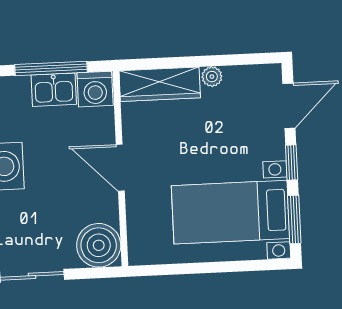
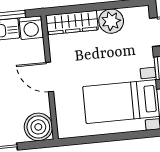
plant: (212, 77) -> (111, 21), width x1.88, depth x1.88

